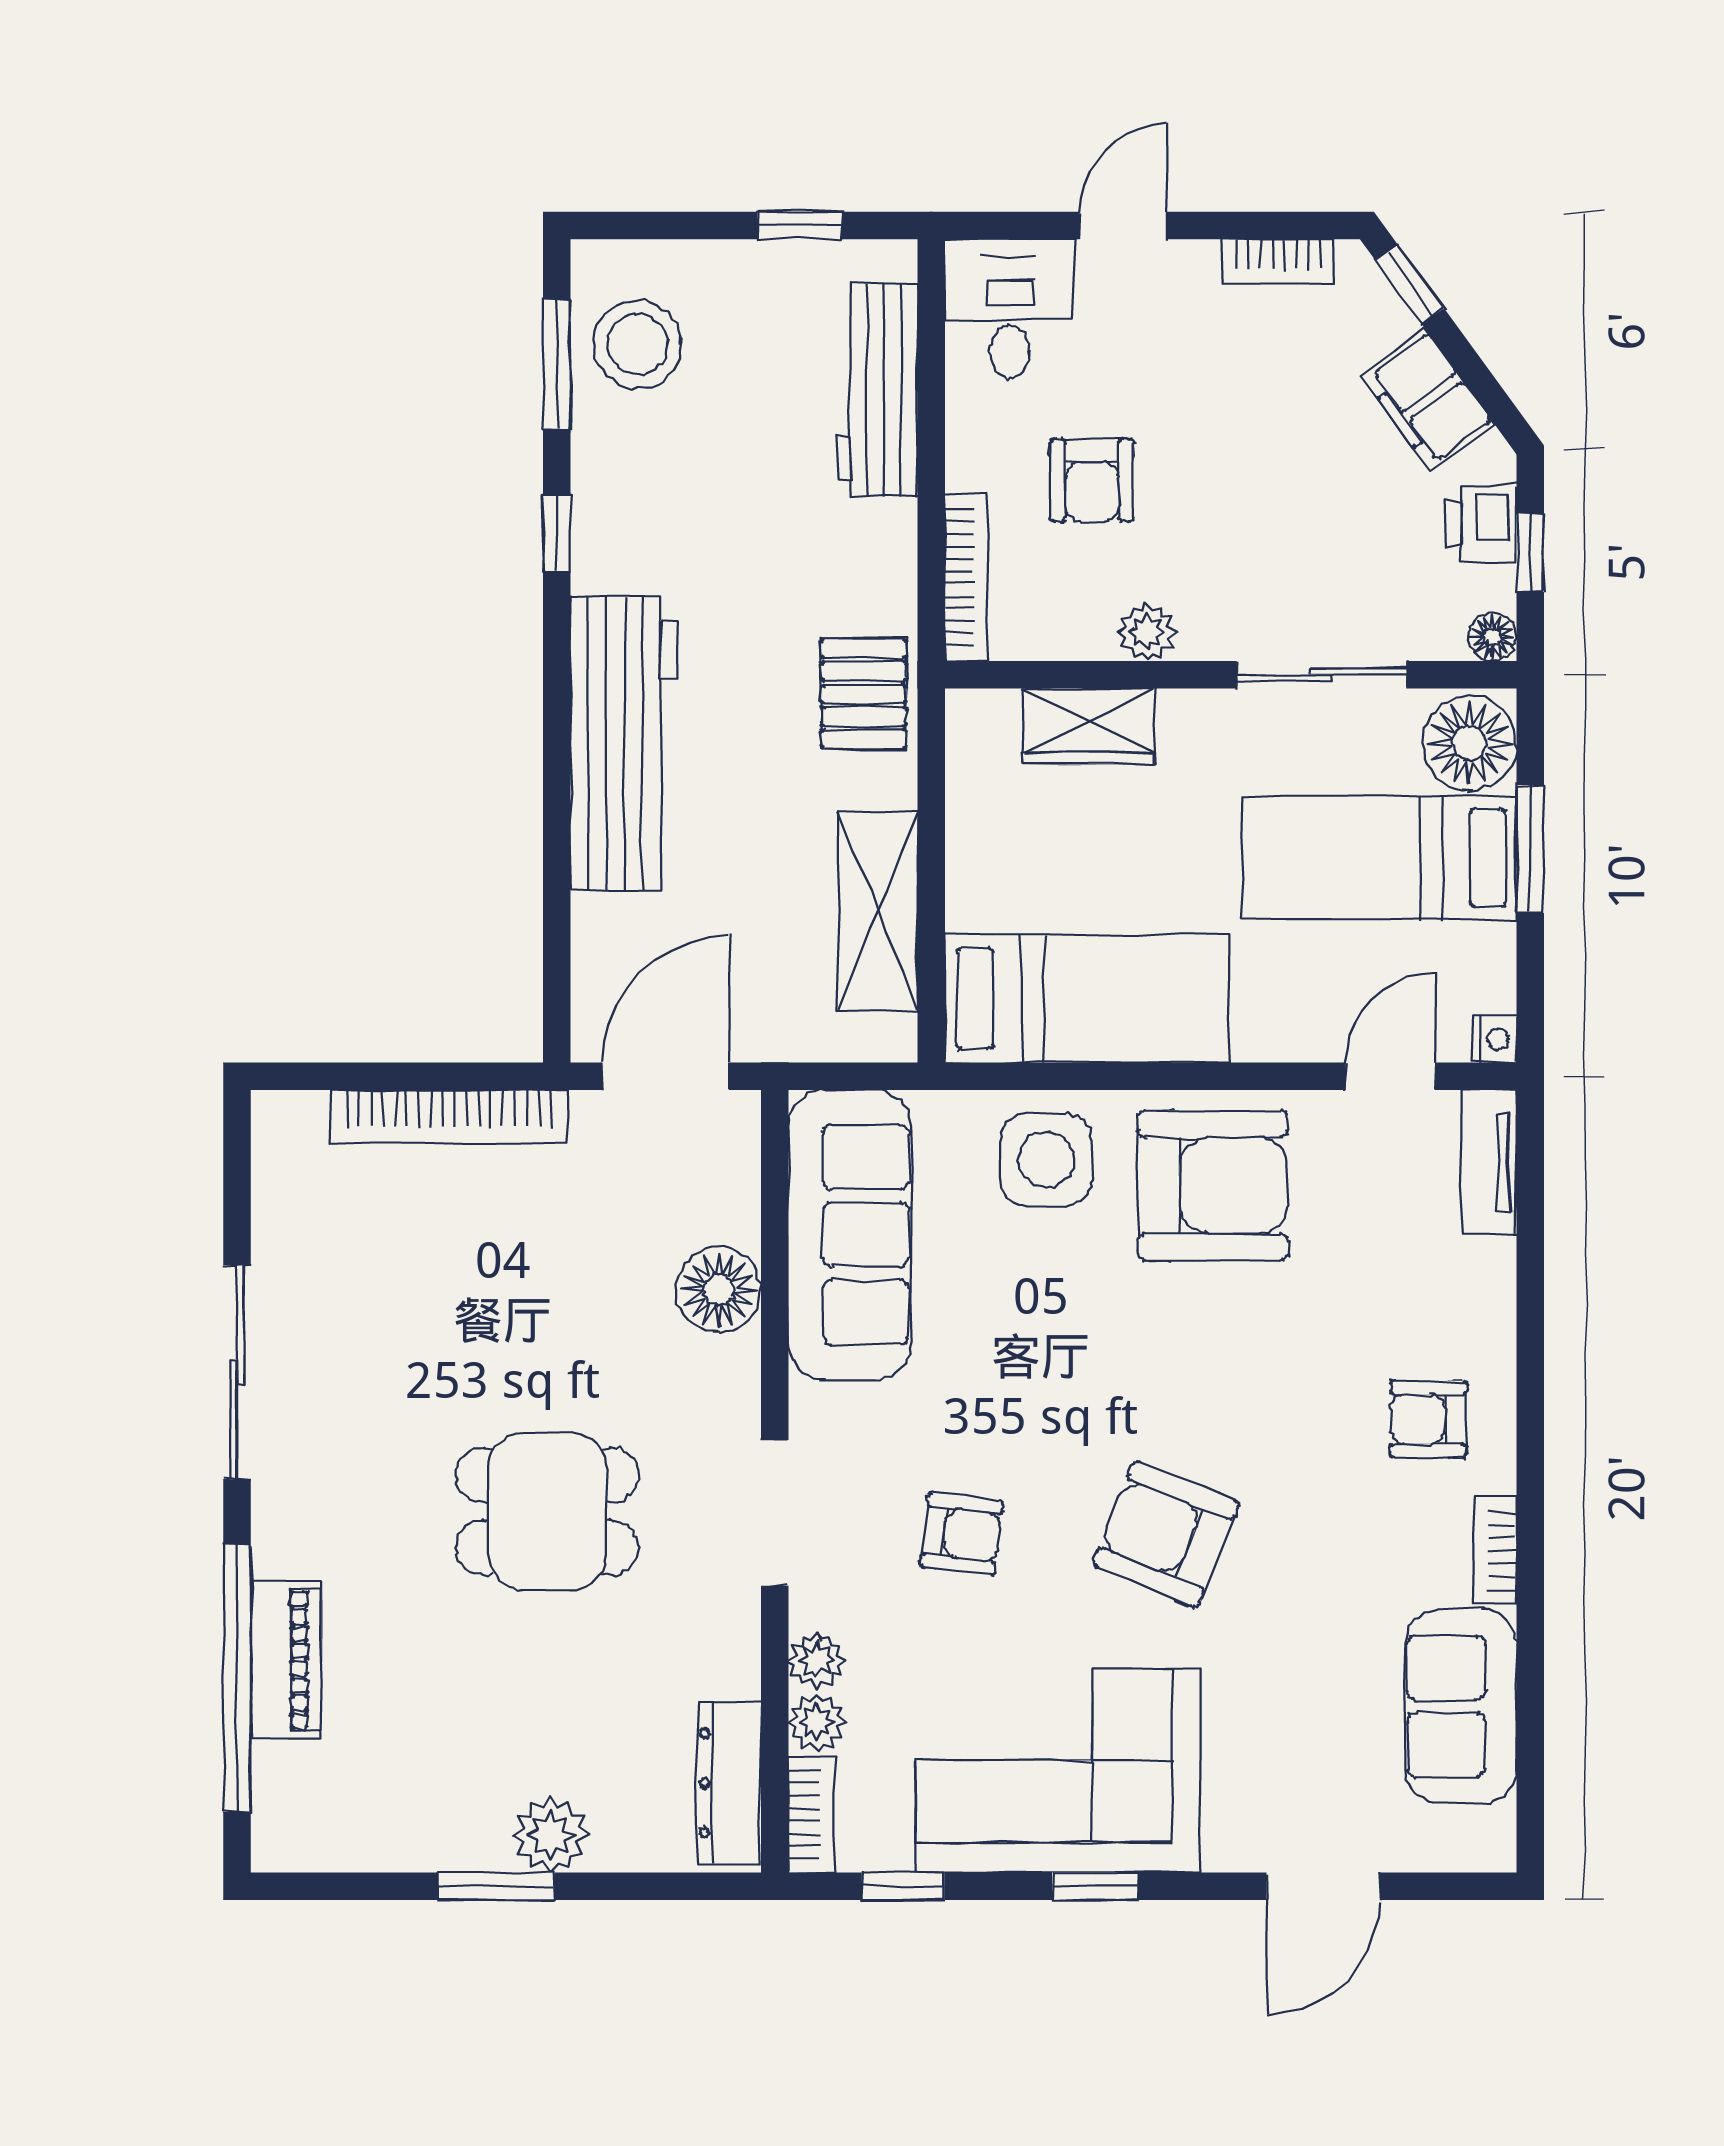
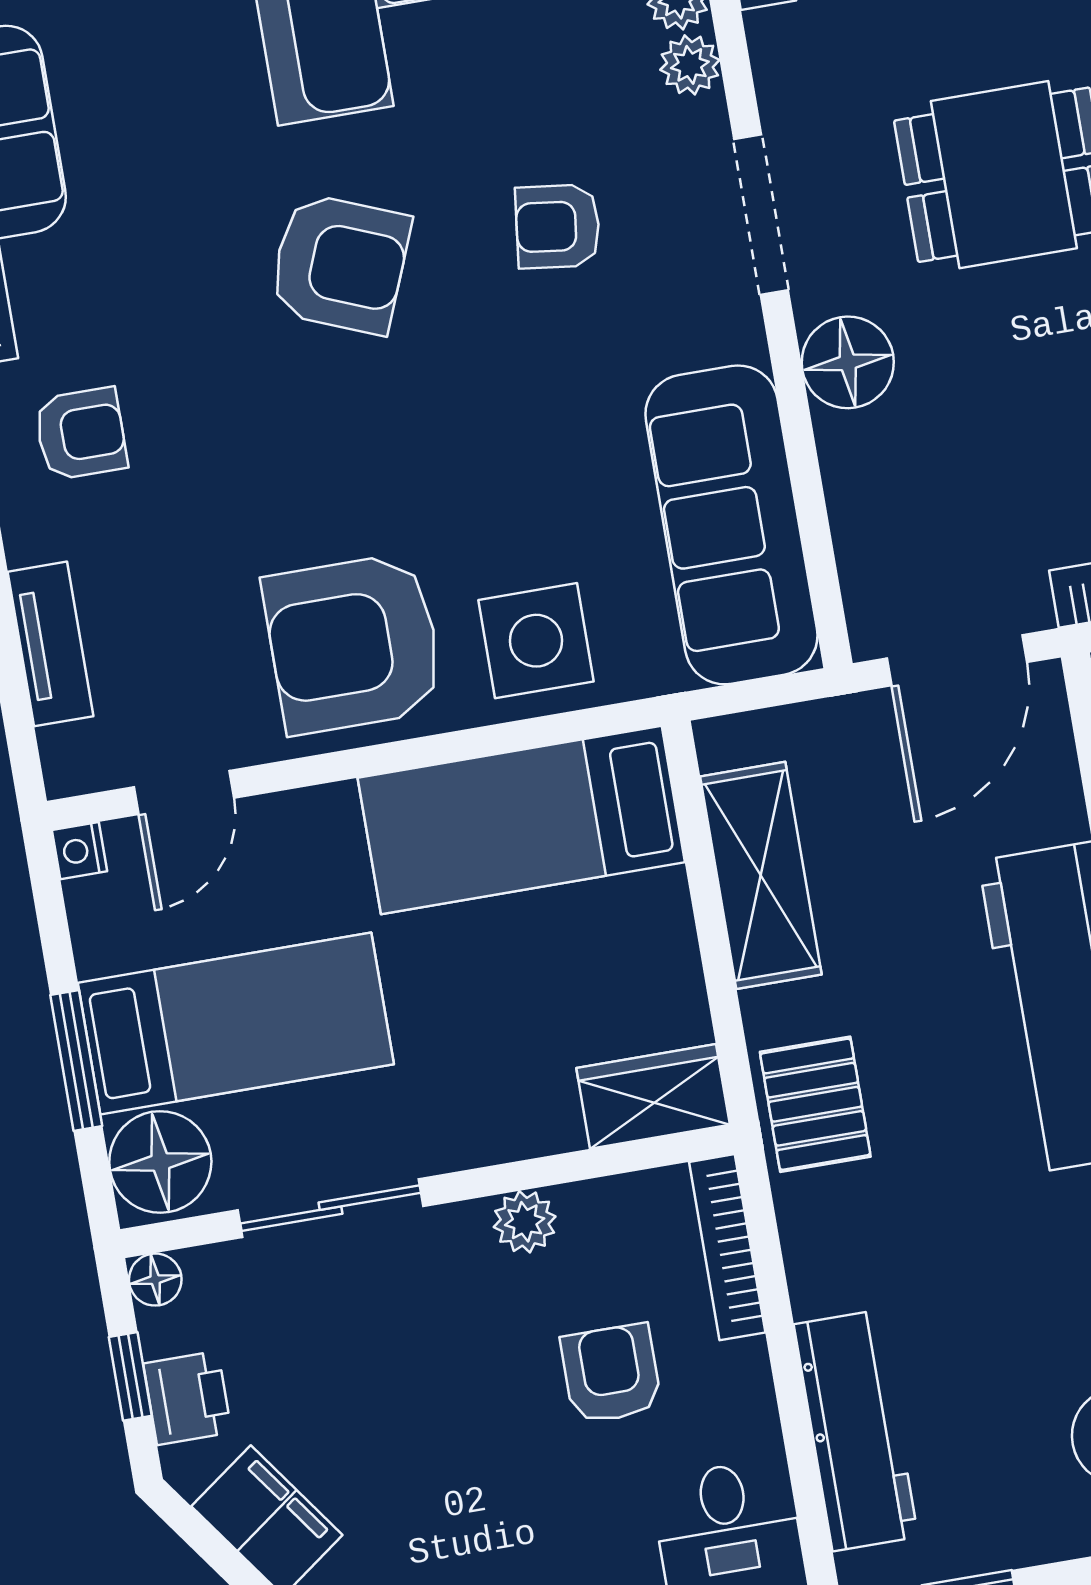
wardrobe: (1088, 726) -> (653, 1096), moved
tv unit: (1489, 1162) -> (50, 644), moved
floor lamp: (719, 1290) -> (848, 362), moved

